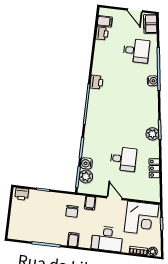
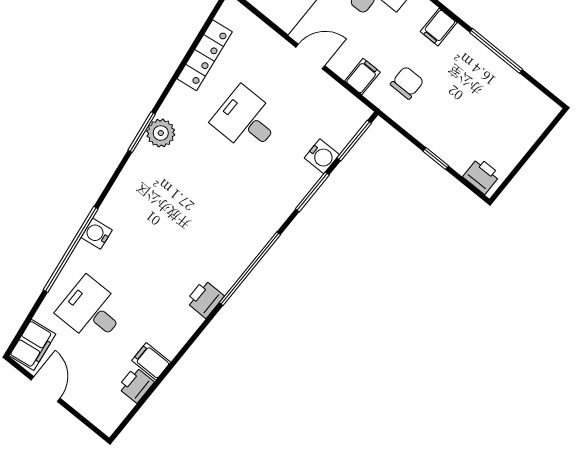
filing cabinet: (105, 21) -> (151, 361), moved
locker: (154, 168) -> (205, 55), width x1.53
plant: (86, 177) -> (339, 132), removed
door: (114, 198) -> (310, 57), swing flipped

